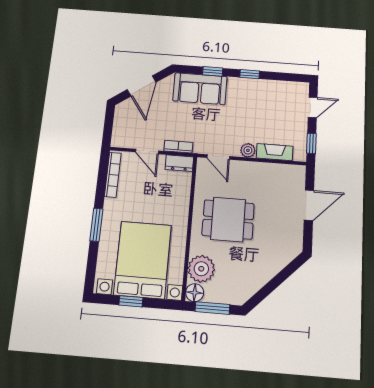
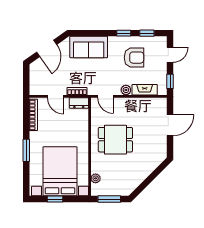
window: (213, 71) -> (147, 33), moved
armchair: (262, 107) -> (134, 58), added
plant: (201, 269) -> (96, 178), width x0.53, depth x0.53
floor lamp: (195, 293) -> (97, 190), removed

